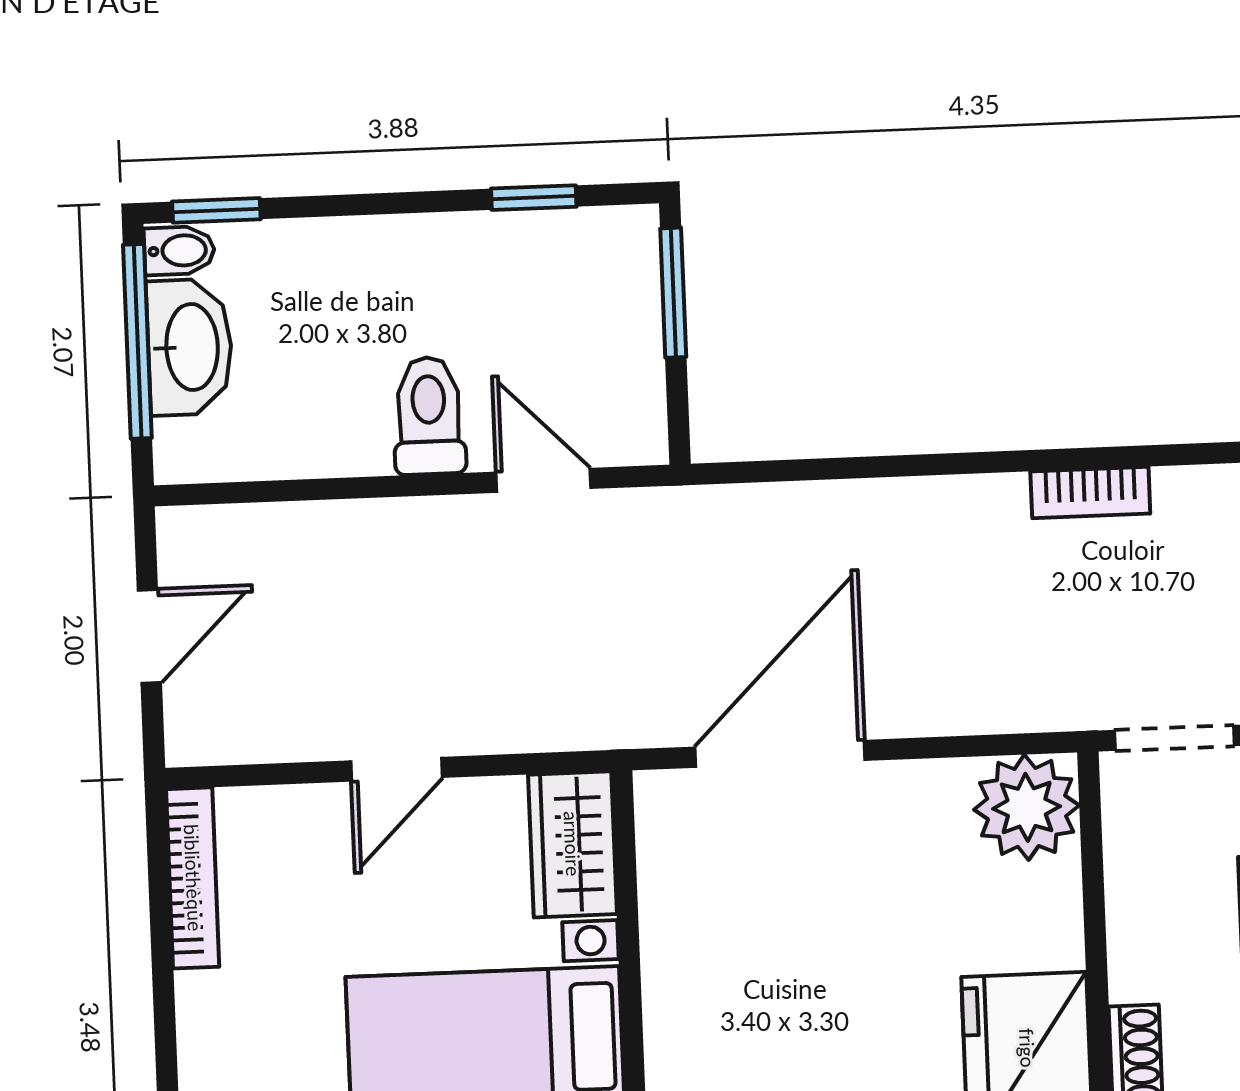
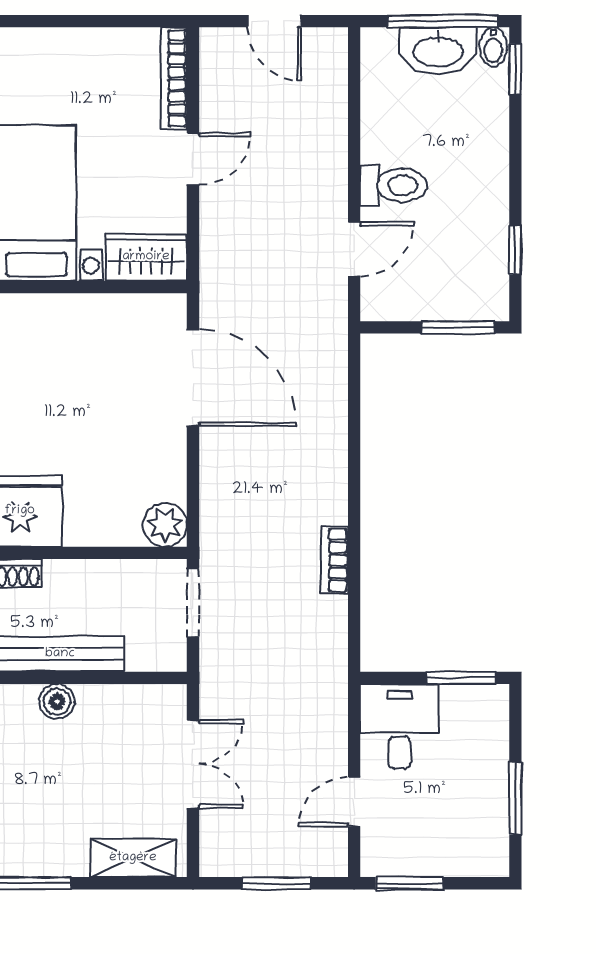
door: (397, 769) -> (193, 159), swing flipped
plant: (1027, 807) -> (165, 525), width x0.73, depth x0.73
bookcase: (193, 878) -> (174, 78), moved, turned 90

